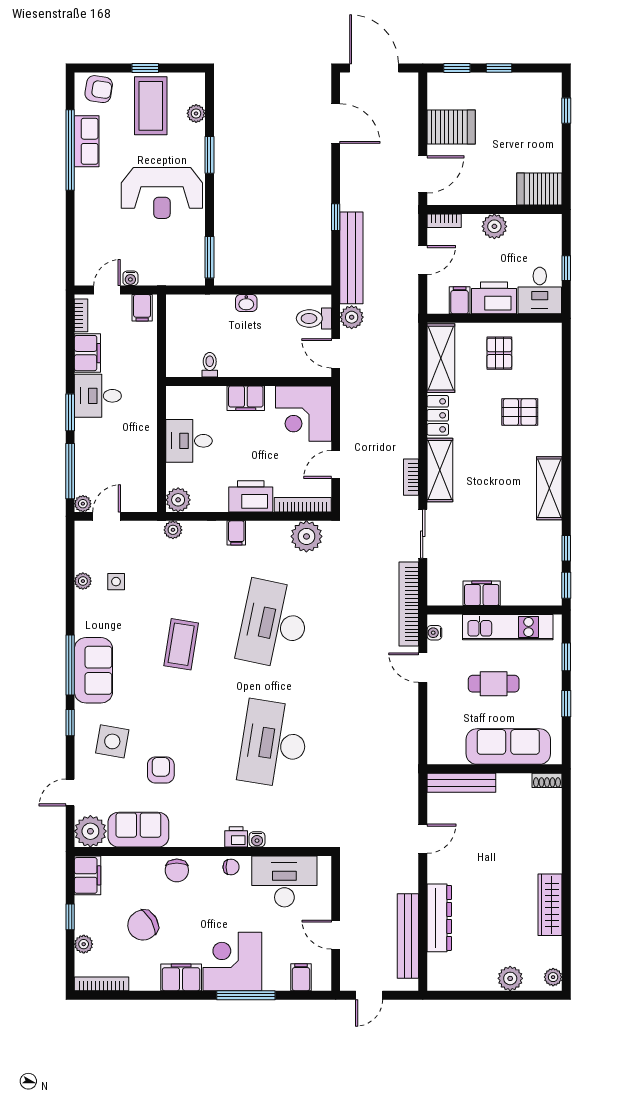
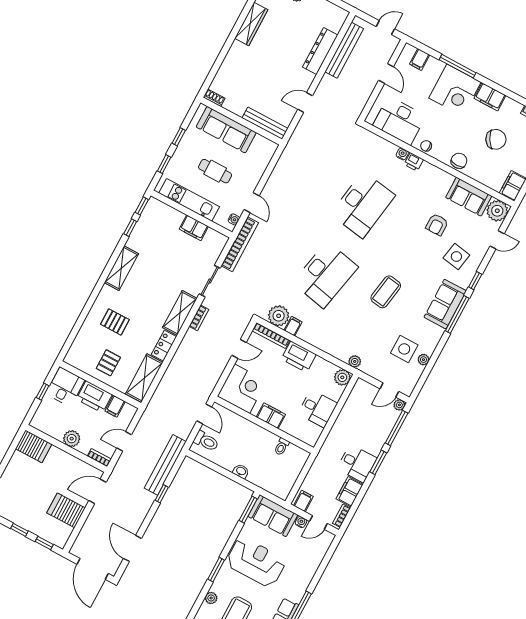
sofa: (172, 267) -> (273, 516), added
plant: (352, 317) -> (184, 430), removed
filing cabinet: (236, 533) -> (293, 326), moved
side table: (116, 582) -> (404, 349), width x1.87, depth x1.87

